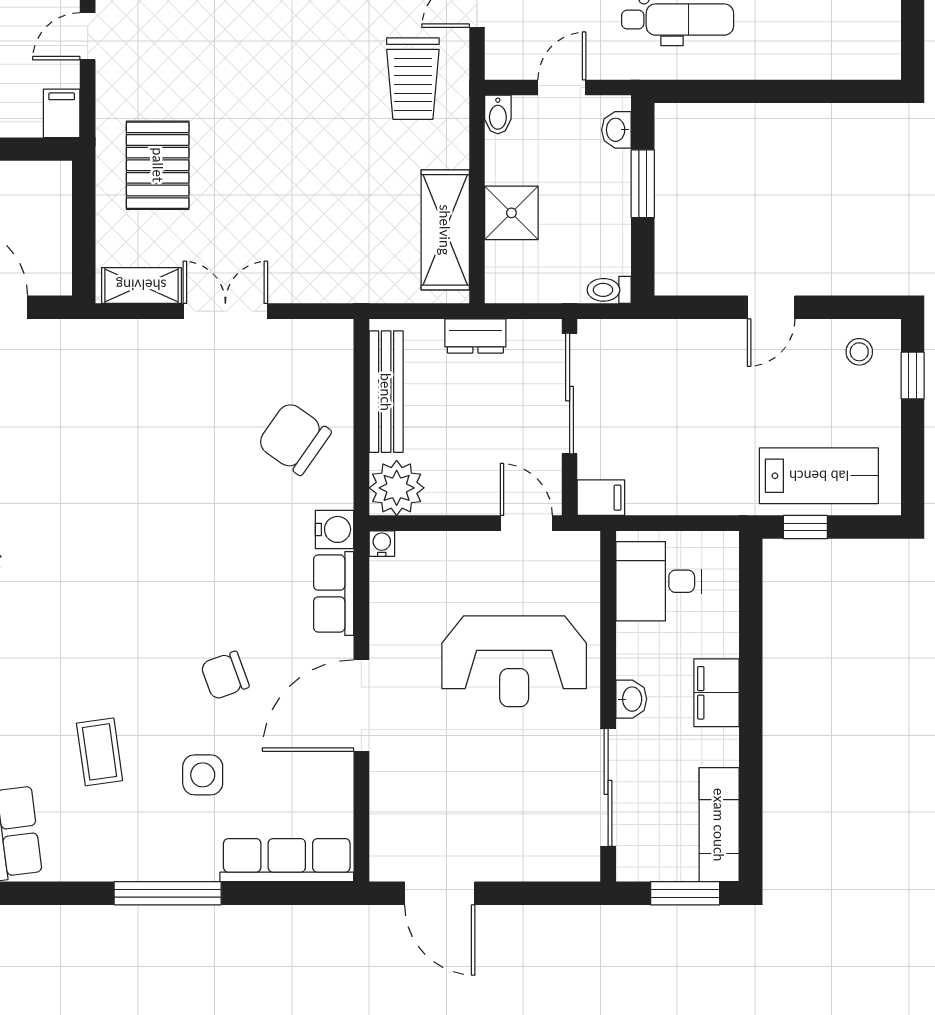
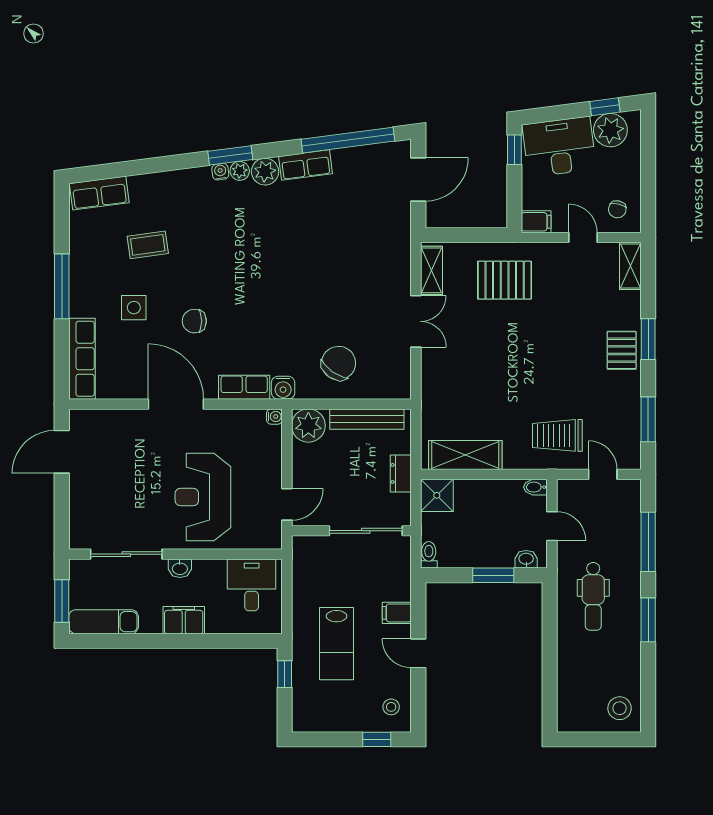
shower: (511, 213) -> (437, 495), moved
lab bench: (819, 476) -> (336, 644), moved
filing cabinet: (601, 498) -> (397, 613), moved, turned 90
chair: (225, 675) -> (194, 321), turned -70

